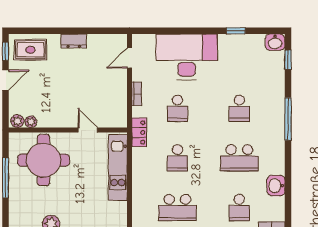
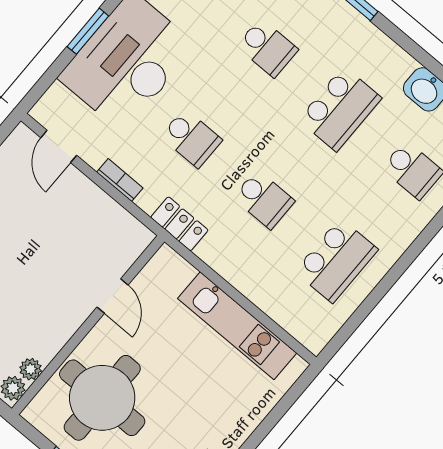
window: (185, 31) -> (88, 31), added
door: (88, 130) -> (113, 296), swing flipped
kitchen unit: (118, 167) -> (237, 326), moved

